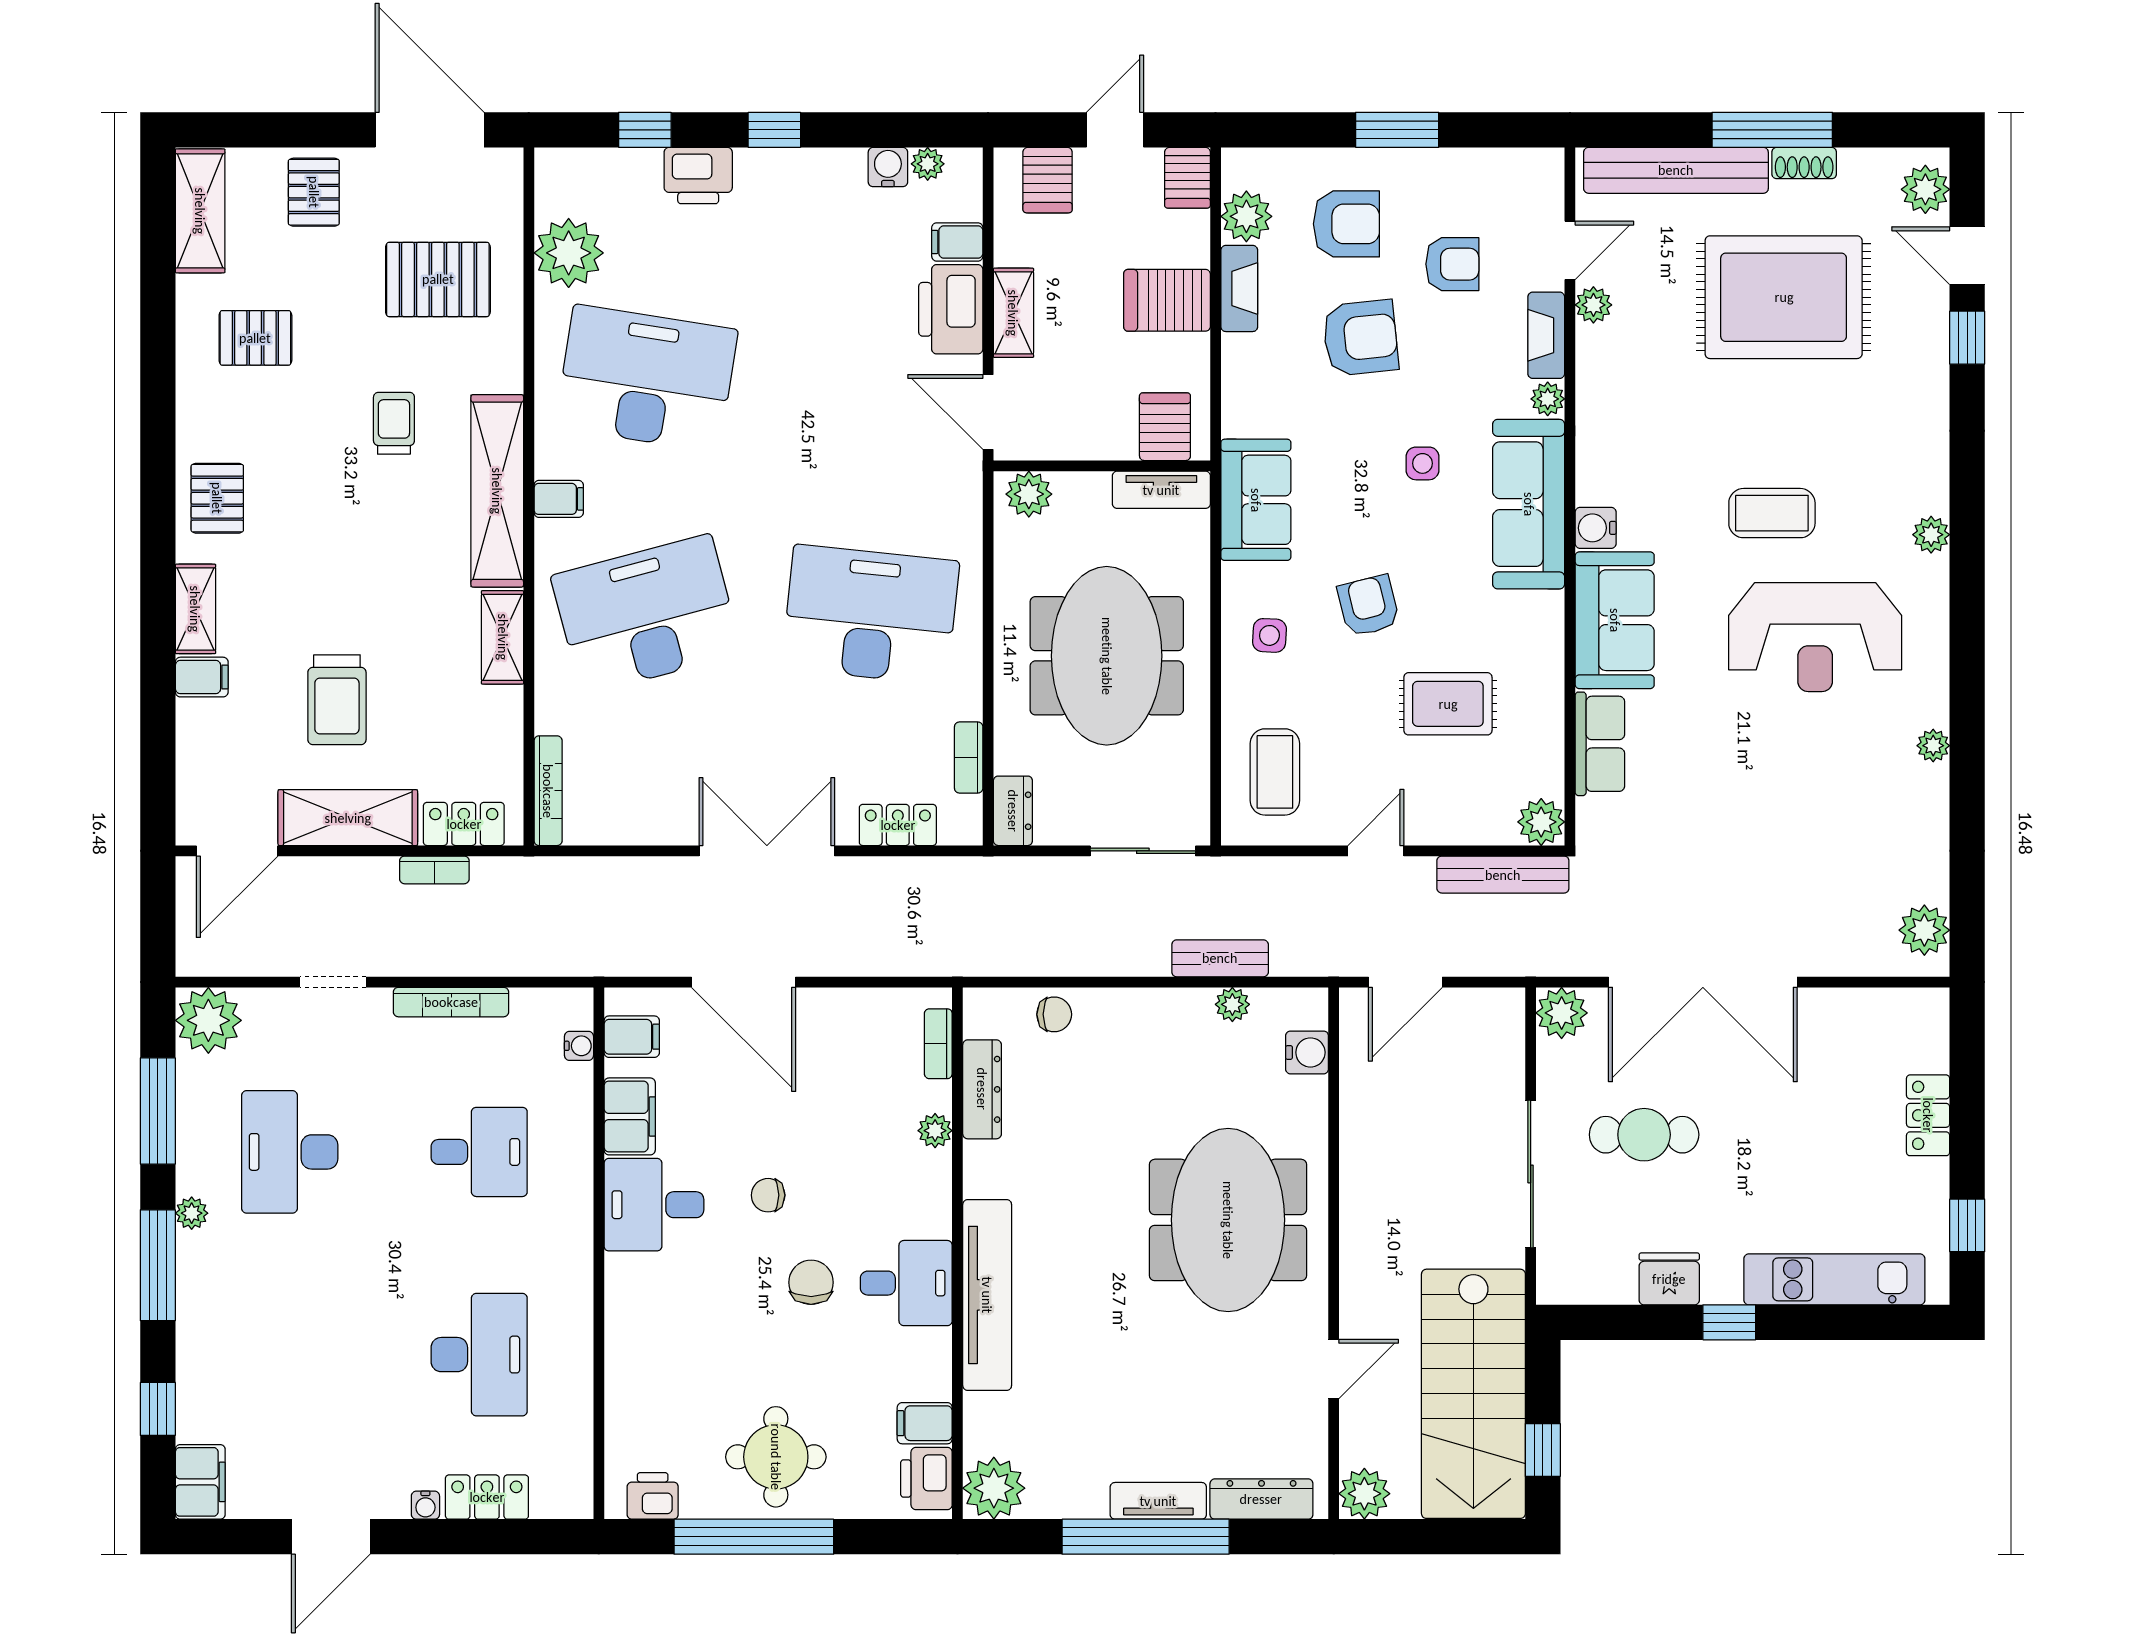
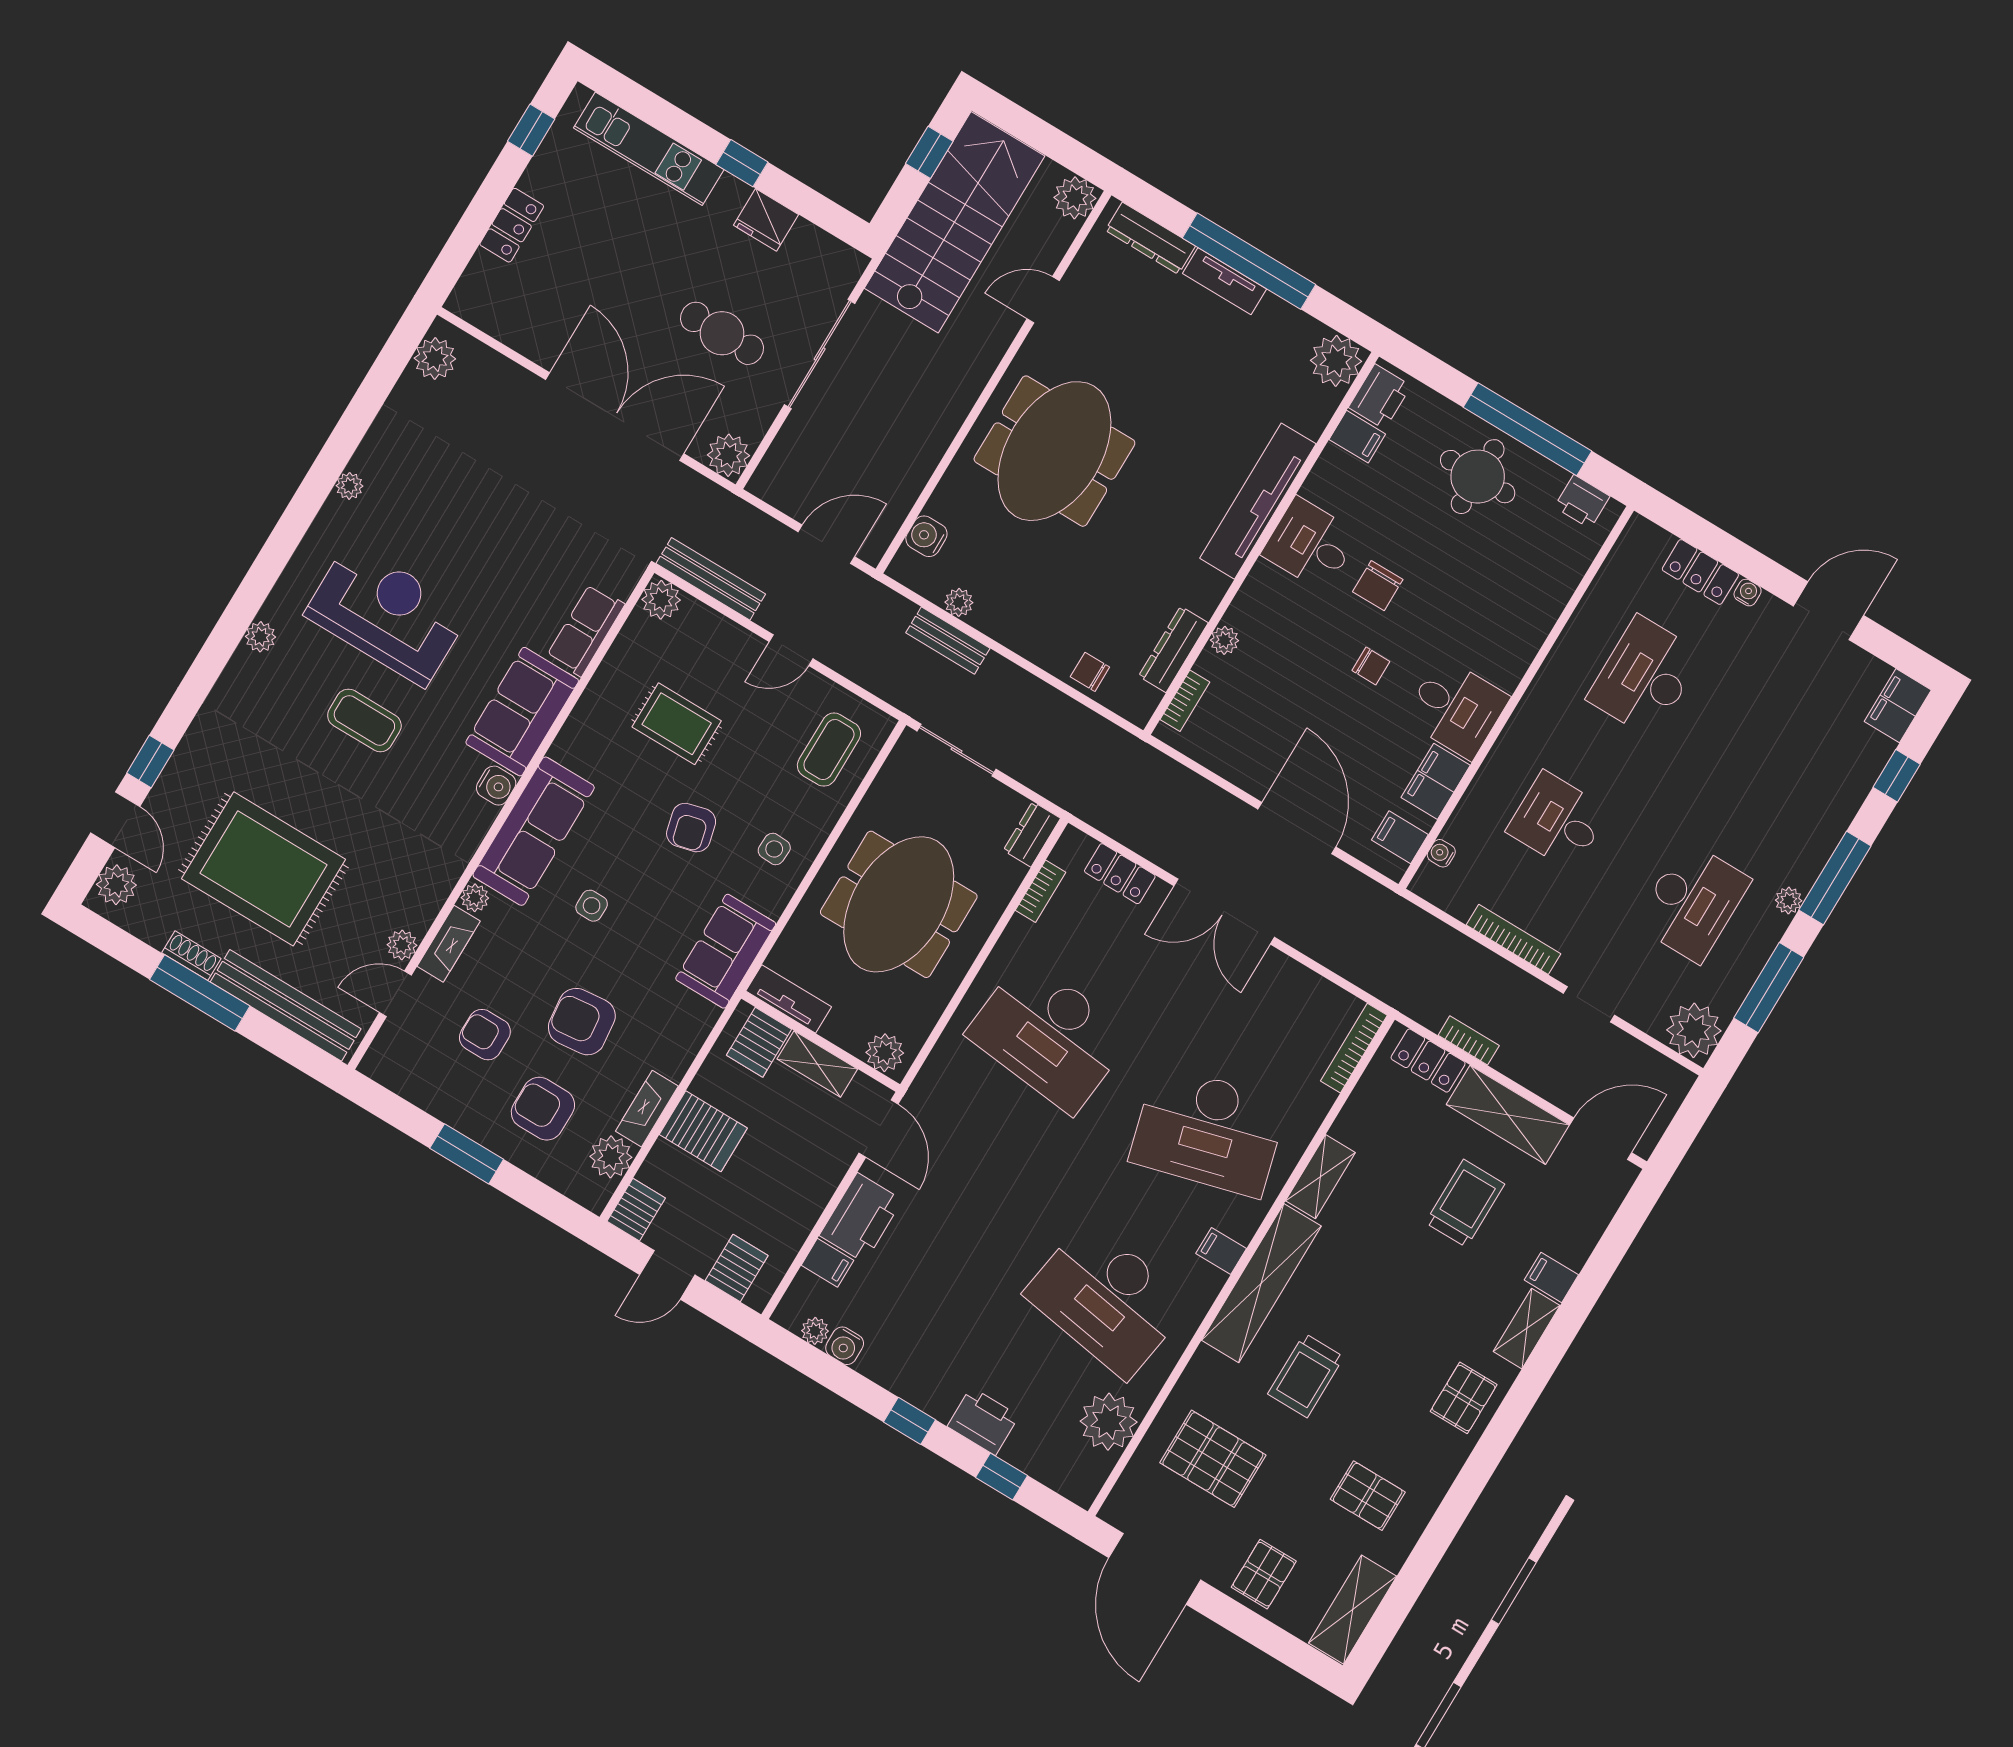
shelving: (1013, 313) -> (817, 1064), moved, turned 90
trolley: (394, 423) -> (1306, 1375), width x1.36, depth x1.39

